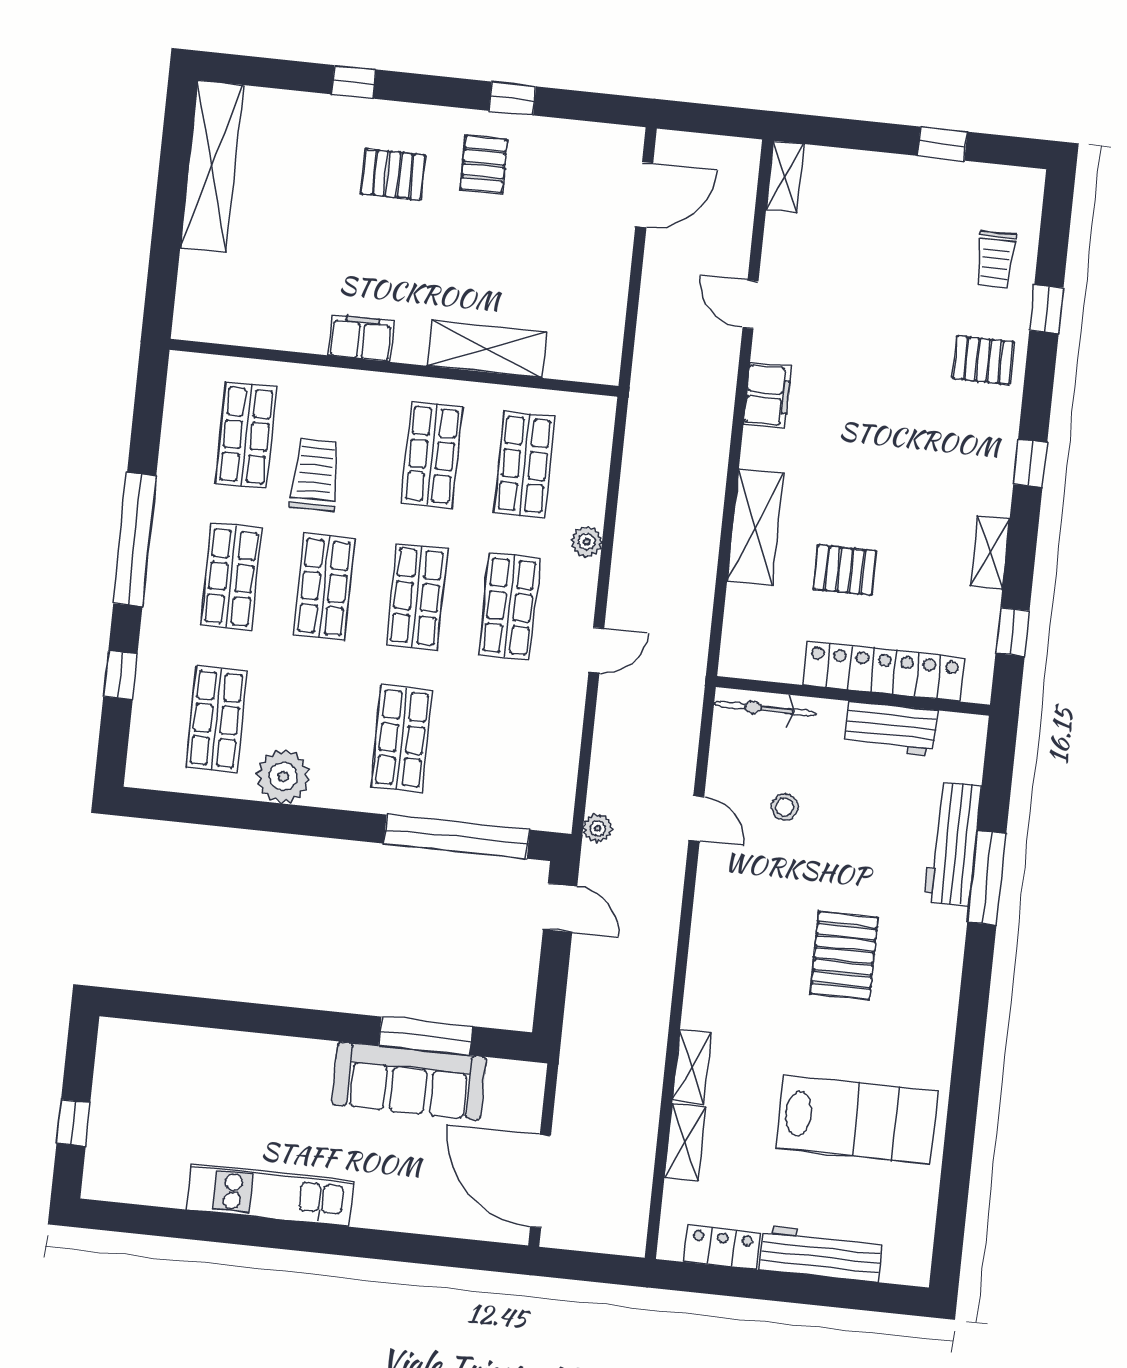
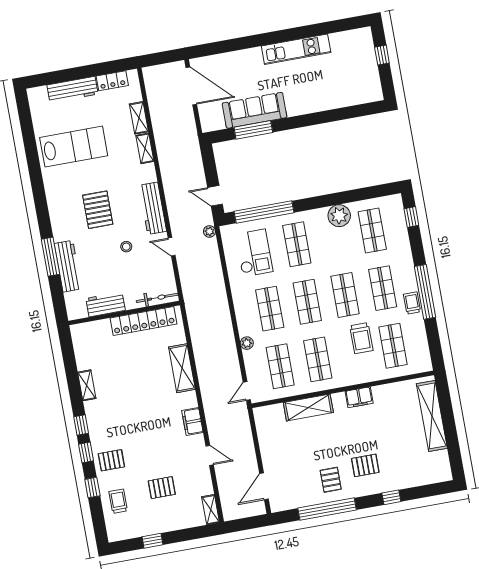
window: (512, 99) -> (327, 509), width x3.17
shelving: (212, 166) -> (432, 416), moved
trolley: (173, 522) -> (412, 303), added
pallet: (845, 570) -> (162, 488), moved
window: (1013, 632) -> (86, 453), moved
door: (596, 650) -> (247, 391), moved
locker: (884, 671) -> (143, 321), moved
window: (120, 675) -> (411, 217), moved
checkout: (508, 748) -> (254, 253), added
stool: (785, 807) -> (126, 247), moved
workbench: (714, 921) -> (153, 208), added
lab bench: (857, 1120) -> (74, 147), turned 180

